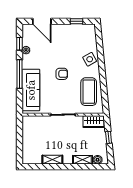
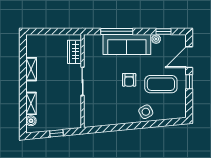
window: (76, 21) -> (189, 82), moved
window: (19, 74) -> (117, 31), moved
sofa: (31, 90) -> (127, 45), moved
coffee table: (89, 92) -> (161, 84), moved
wardrobe: (93, 122) -> (74, 52), moved

